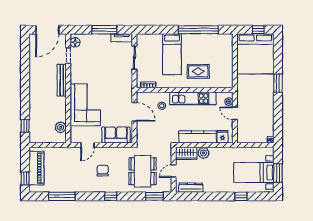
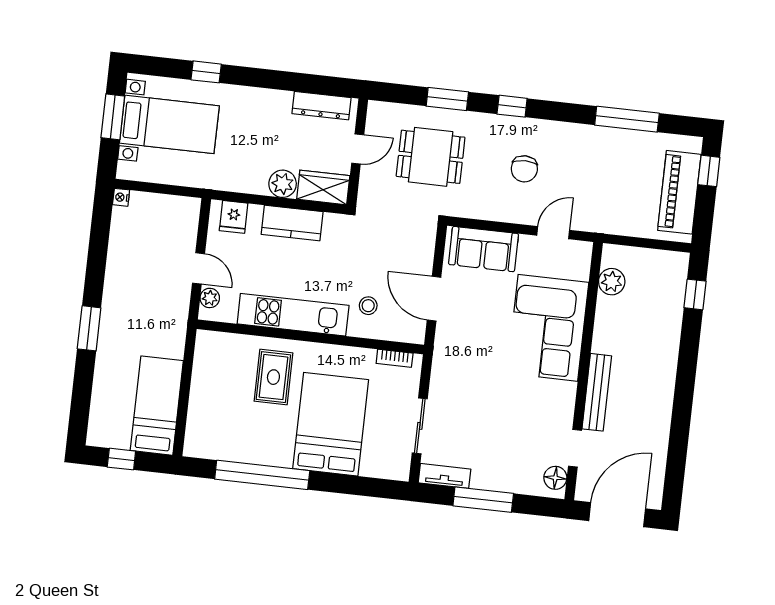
bed: (172, 54) -> (331, 424), width x1.50
bed: (255, 54) -> (157, 406), width x0.49
rug: (198, 71) -> (273, 377), turned 90
kitchen counter: (198, 137) -> (292, 223), width x0.67
dining table: (143, 171) -> (431, 157), width x0.73
window: (154, 196) -> (447, 99), moved

